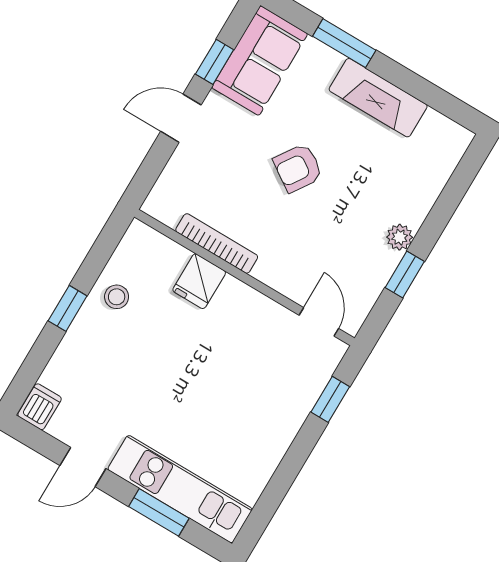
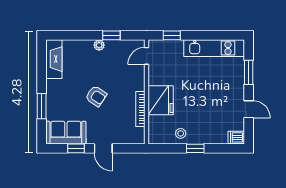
fireplace: (378, 98) -> (54, 59), moved
fridge: (199, 281) -> (161, 100), width x1.88, depth x1.34
kitchen unit: (180, 489) -> (214, 48), moved, turned -90

